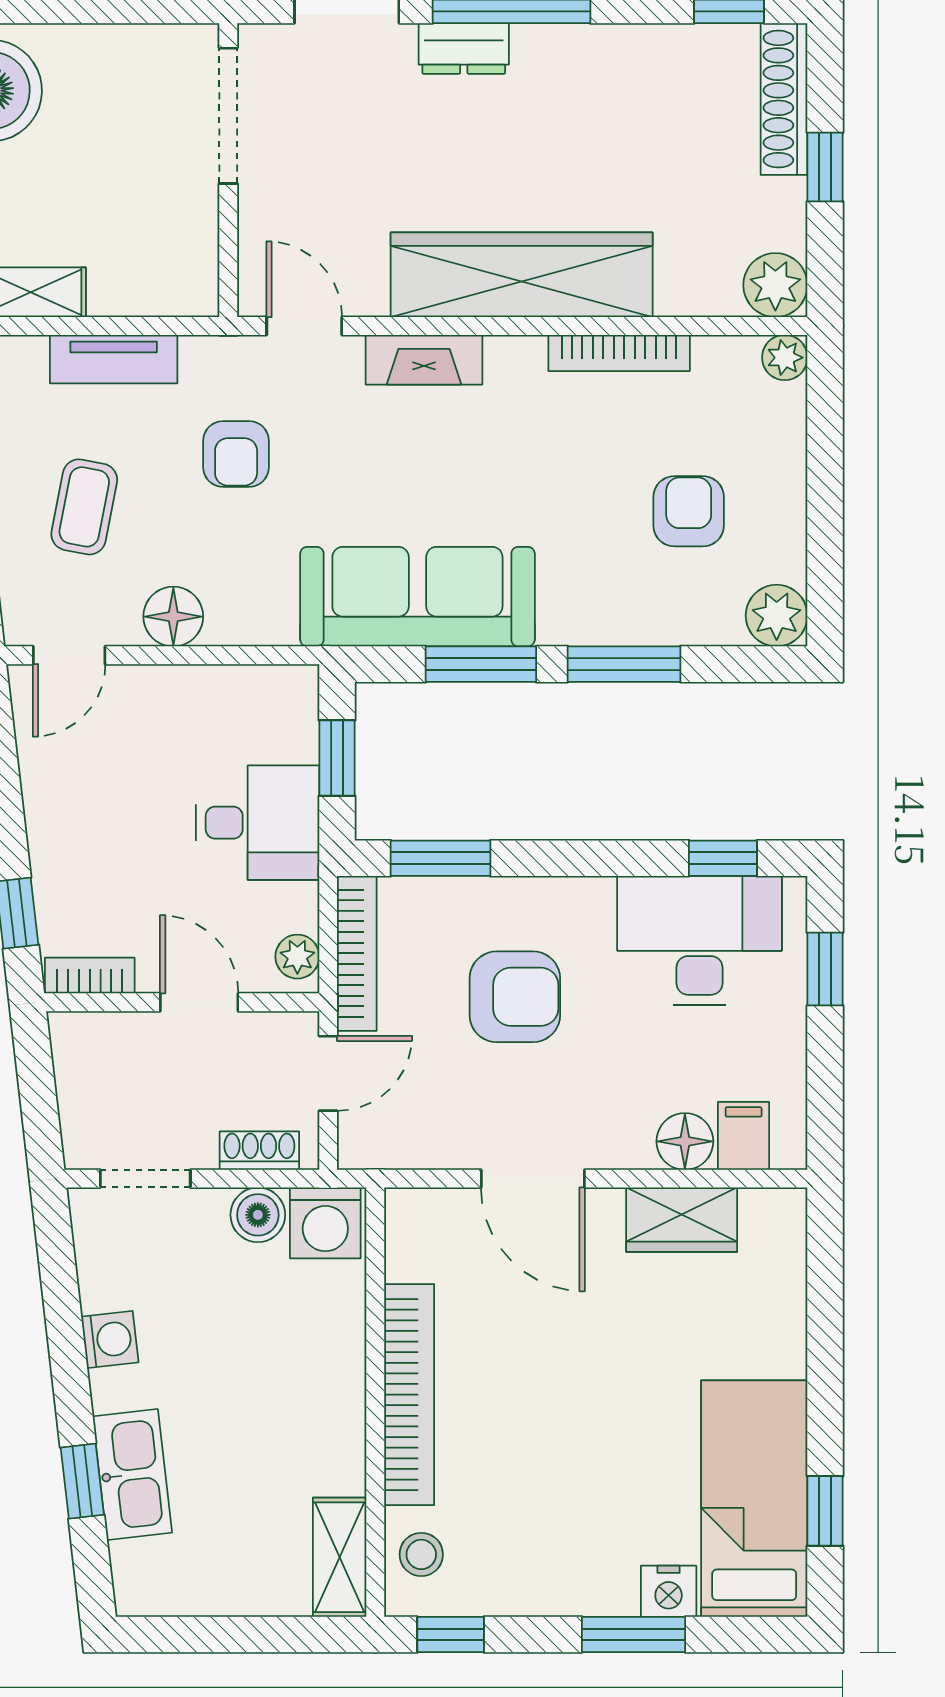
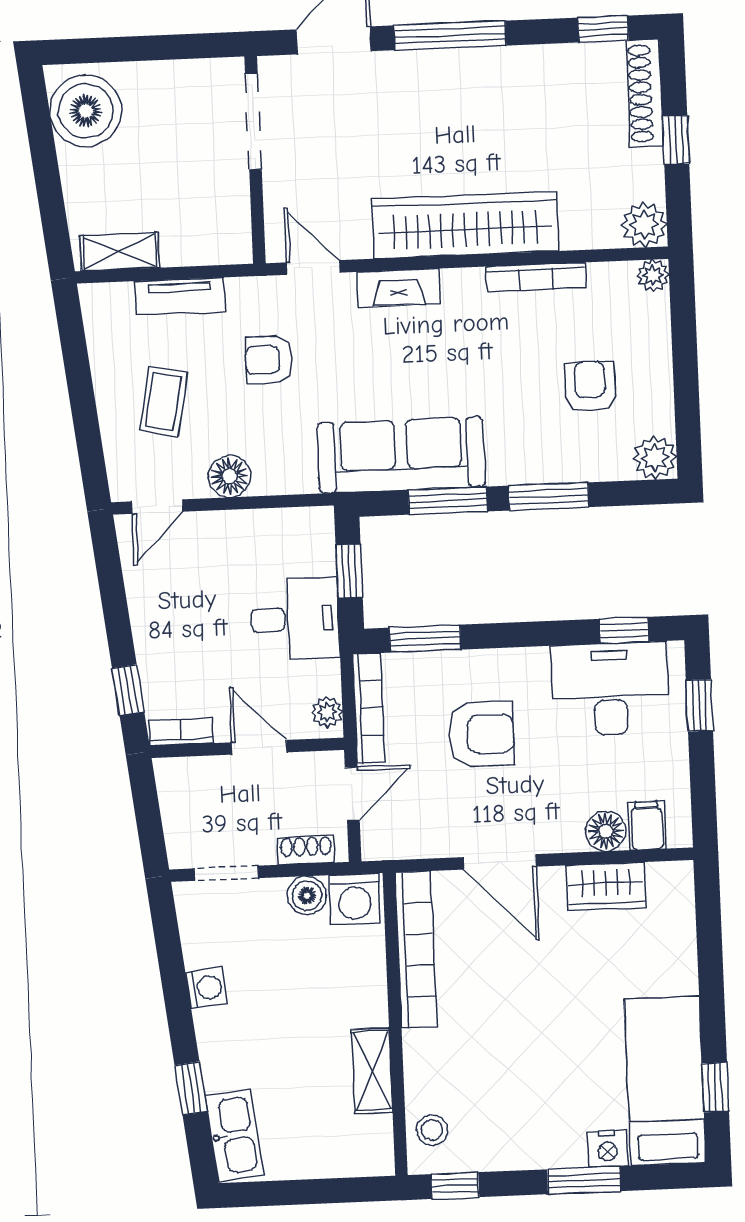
dresser: (464, 48) -> (418, 67), removed
armchair: (236, 454) -> (269, 360), turned 90
bookcase: (409, 1395) -> (416, 950), moved
kitchen sink: (132, 1475) -> (234, 1135), moved
shelving: (340, 1557) -> (372, 1071), moved

